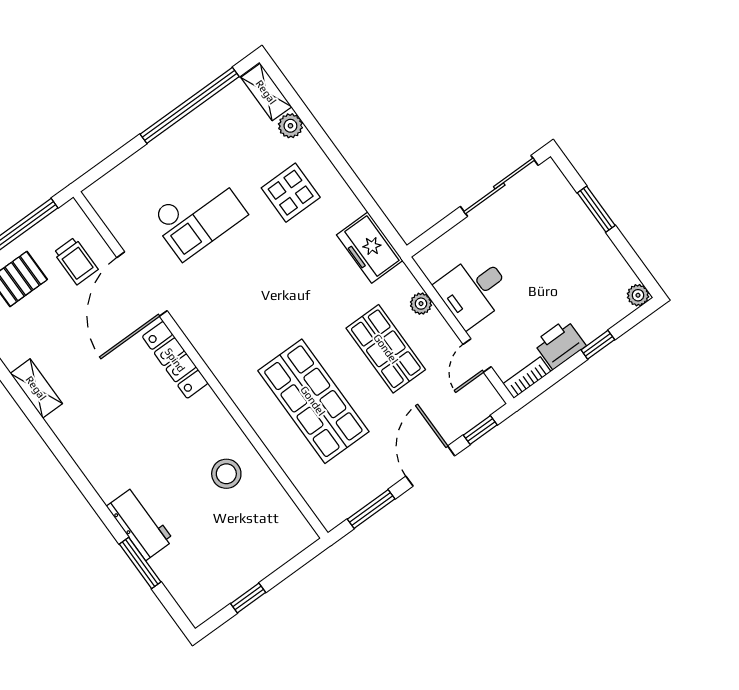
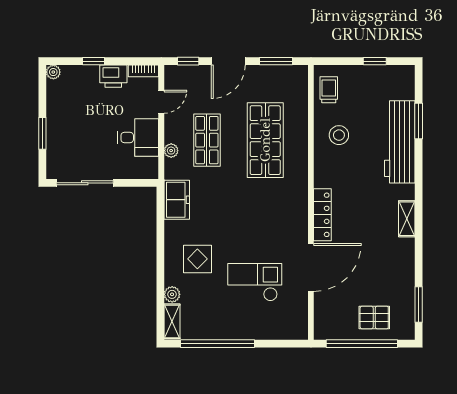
trolley: (76, 261) -> (329, 90), moved
shelving: (36, 388) -> (407, 219), moved
workbench: (140, 523) -> (400, 142), width x1.88, depth x1.32

